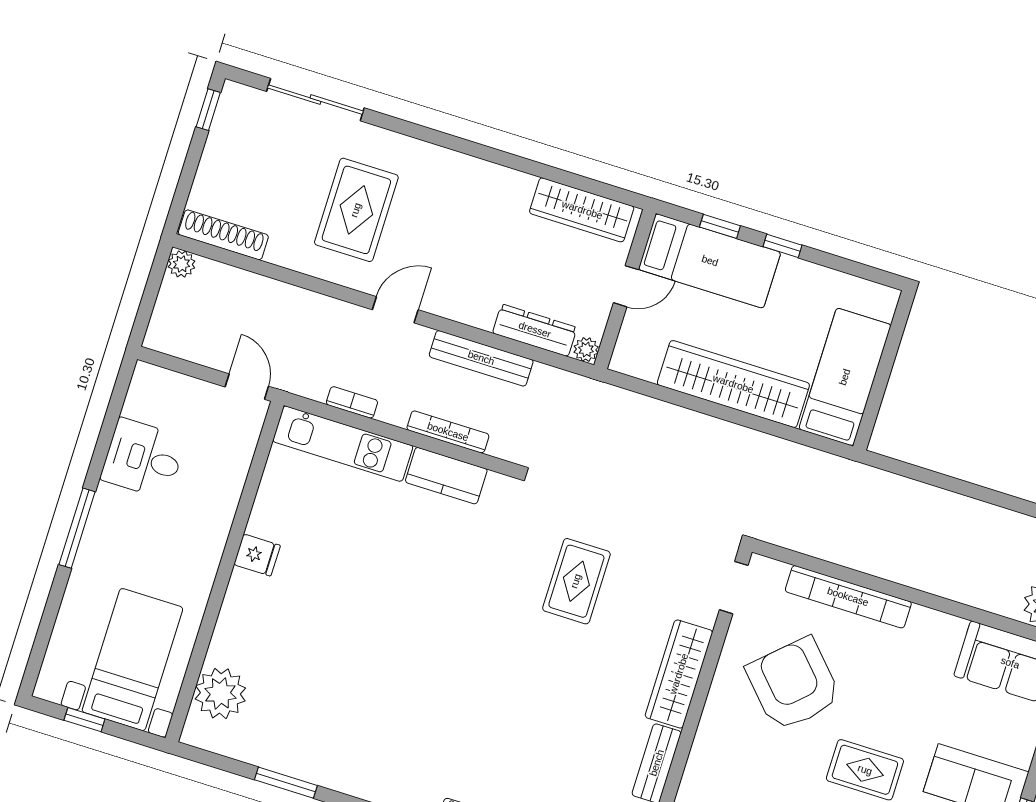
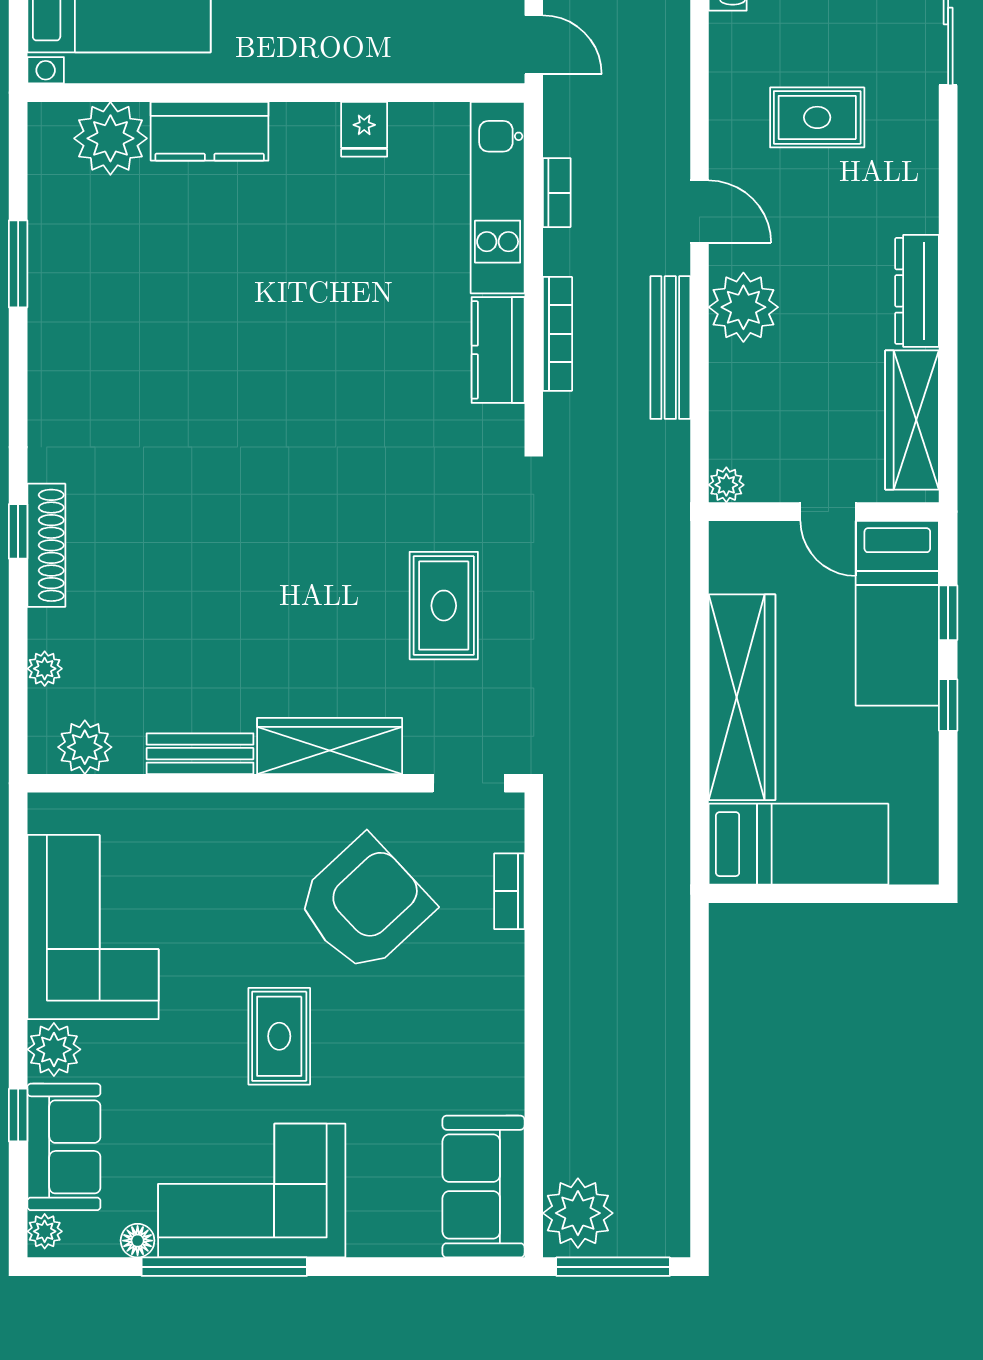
rug: (356, 210) -> (817, 117), width x0.73, depth x0.70
plant: (469, 300) -> (743, 307), added
dresser: (535, 330) -> (917, 291), moved, turned 180
door: (247, 387) -> (534, 45), hinge flipped
fridge: (257, 555) -> (364, 129), moved
rug: (576, 581) -> (444, 606), moved, turned 90
bookcase: (848, 597) -> (509, 891), width x0.43, depth x0.76
kitchen counter: (237, 625) -> (210, 131), added

